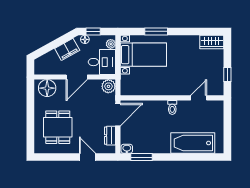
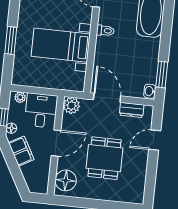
bed with nightstands: (143, 55) -> (61, 45), moved, turned -90
door: (77, 77) -> (56, 143), hinge flipped
dining table: (58, 127) -> (105, 158), moved, turned 90

